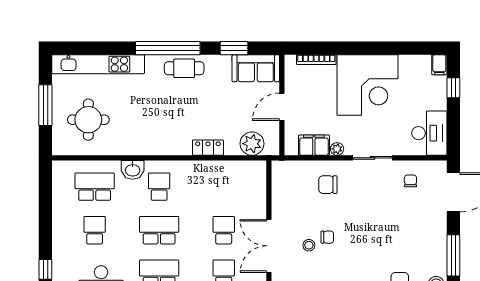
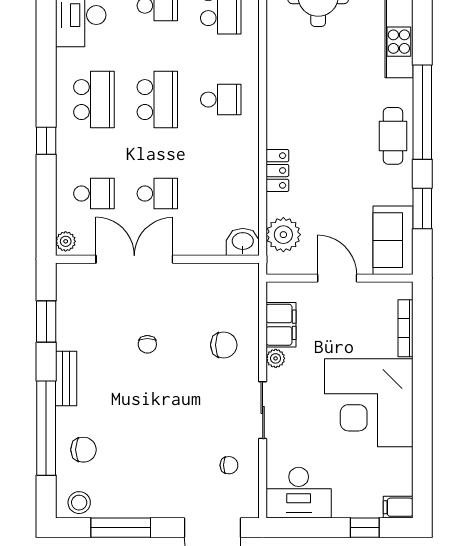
washbasin: (133, 170) -> (243, 242), moved, turned 90
chair: (328, 185) -> (224, 345), turned 90
stool: (309, 245) -> (136, 317), removed

